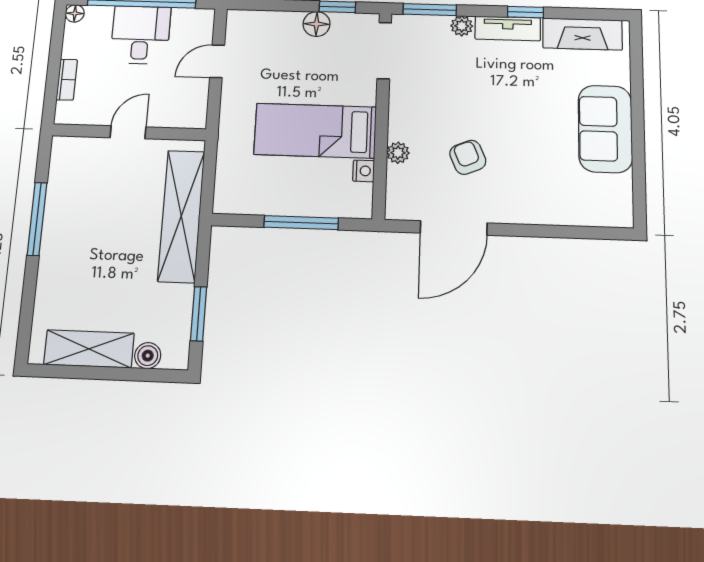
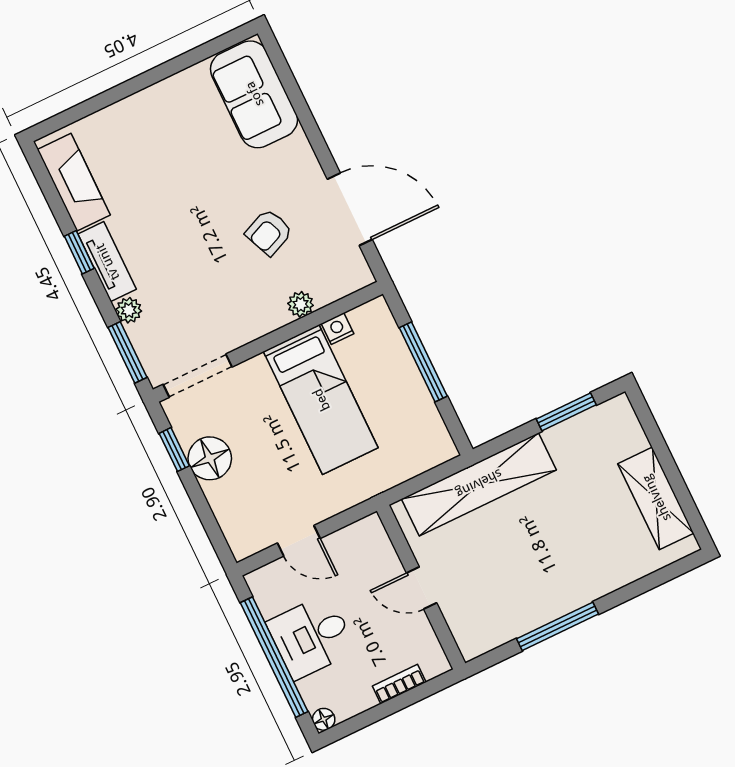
floor lamp: (317, 24) -> (210, 458), width x1.38, depth x1.38
sofa: (605, 129) -> (254, 94), moved, turned 90
boiler: (148, 356) -> (632, 438), removed

